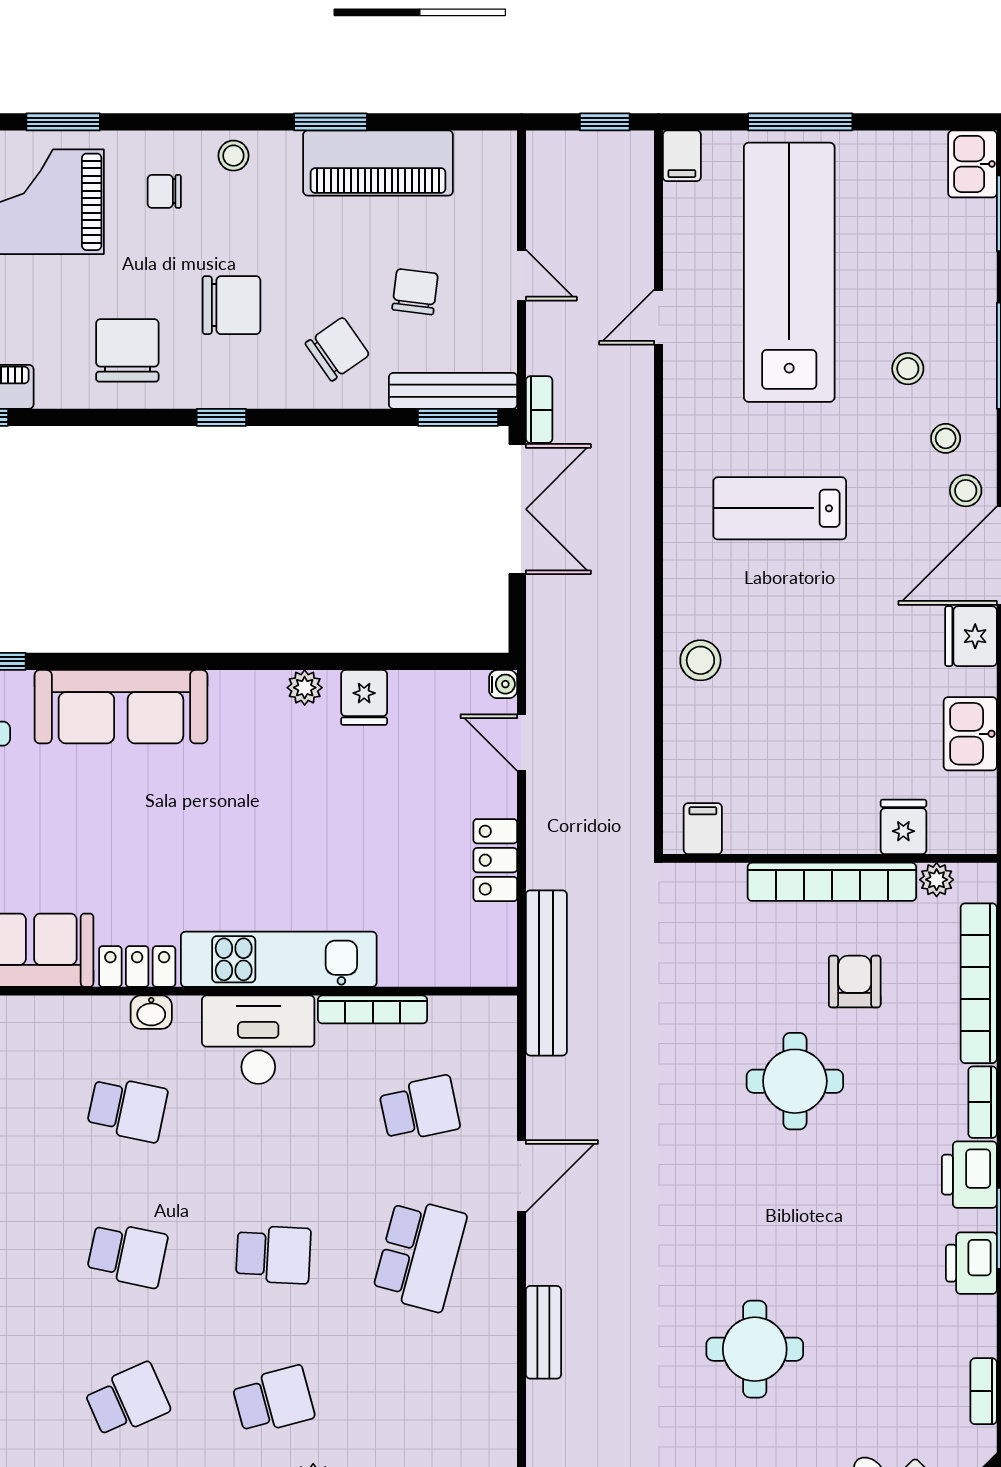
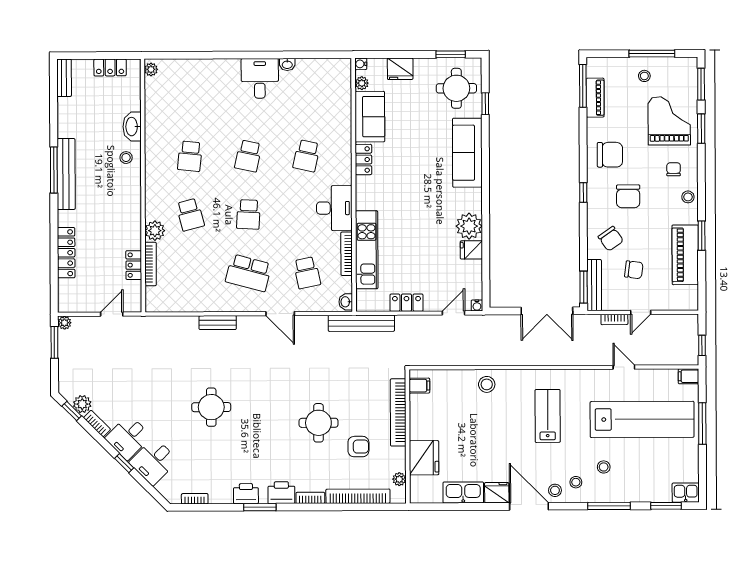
bookcase: (539, 410) -> (614, 319), moved
plant: (305, 688) -> (469, 226), width x1.88, depth x1.88
kitchen sink: (970, 734) -> (463, 492), width x1.38
fridge: (903, 827) -> (424, 458), width x1.88, depth x1.34
bookcase: (832, 882) -> (398, 412), moved
kitchen unit: (279, 959) -> (367, 250), moved
washbasin: (151, 1012) -> (346, 302), moved
school desk: (127, 1400) -> (190, 156), turned 30

